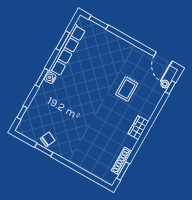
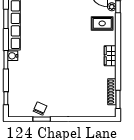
rug: (127, 89) -> (102, 23), moved, turned 90

